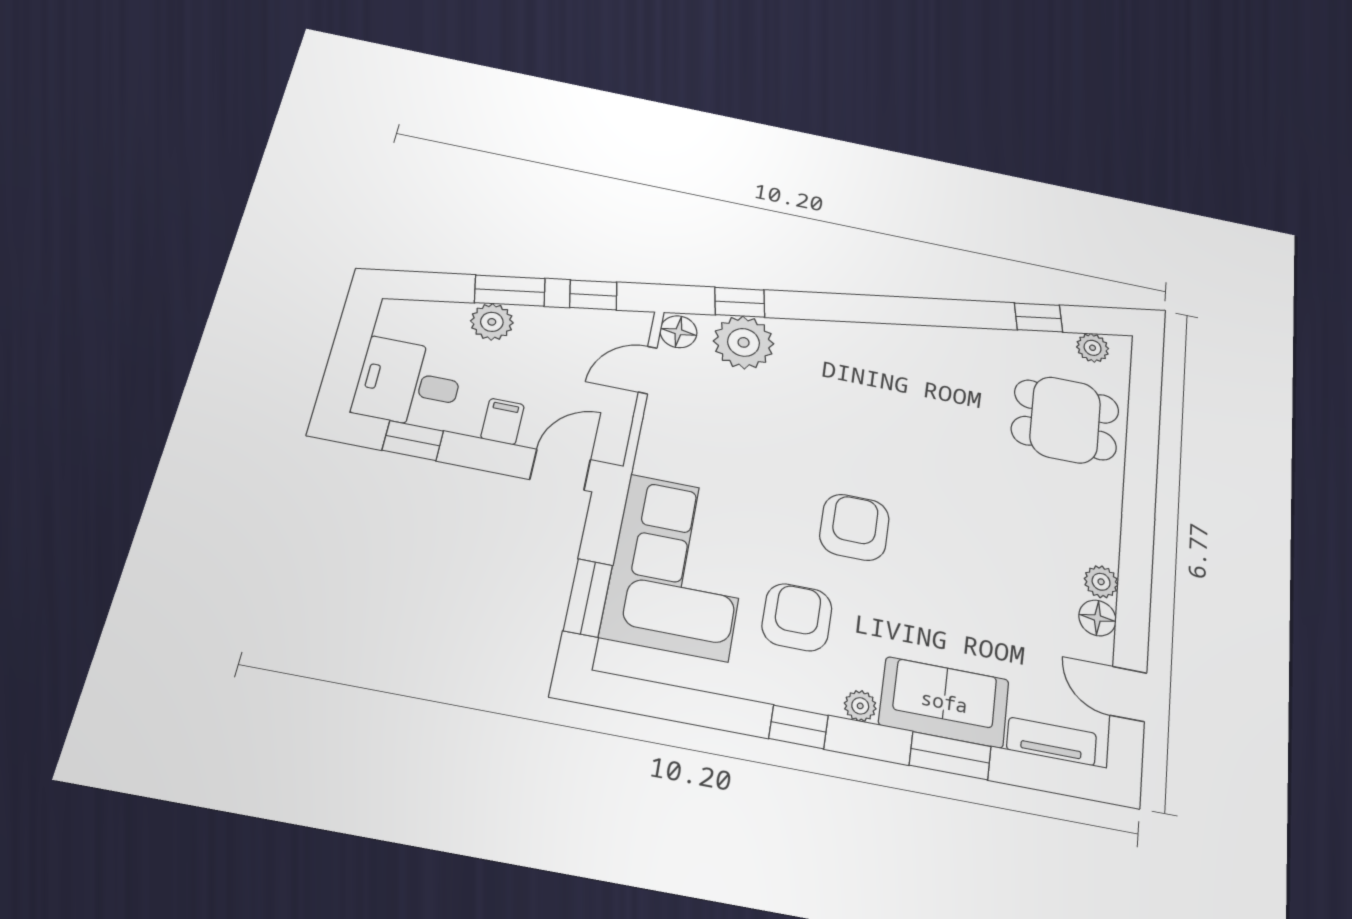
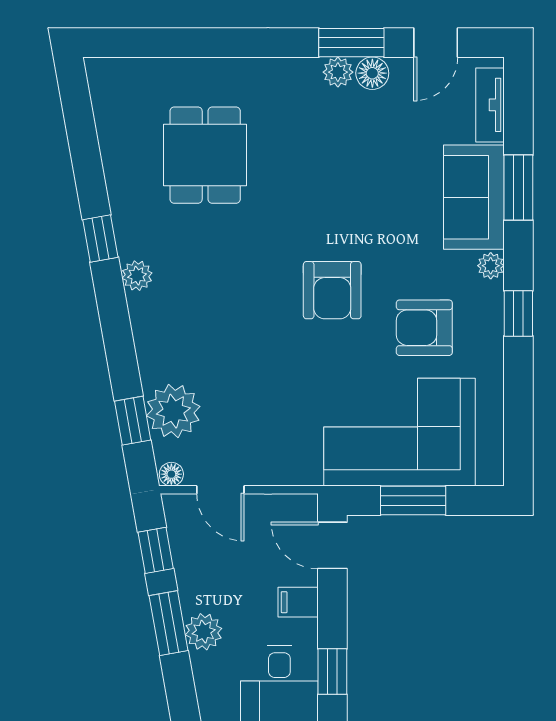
window: (1038, 317) -> (100, 238), moved
floor lamp: (678, 332) -> (171, 474), width x0.73, depth x0.73
plant: (1093, 348) -> (137, 276), moved
dining table: (1065, 420) -> (205, 155), moved
armchair: (854, 527) -> (332, 290), turned -90
window: (588, 598) -> (413, 500), moved
window: (1133, 602) -> (351, 43), added

